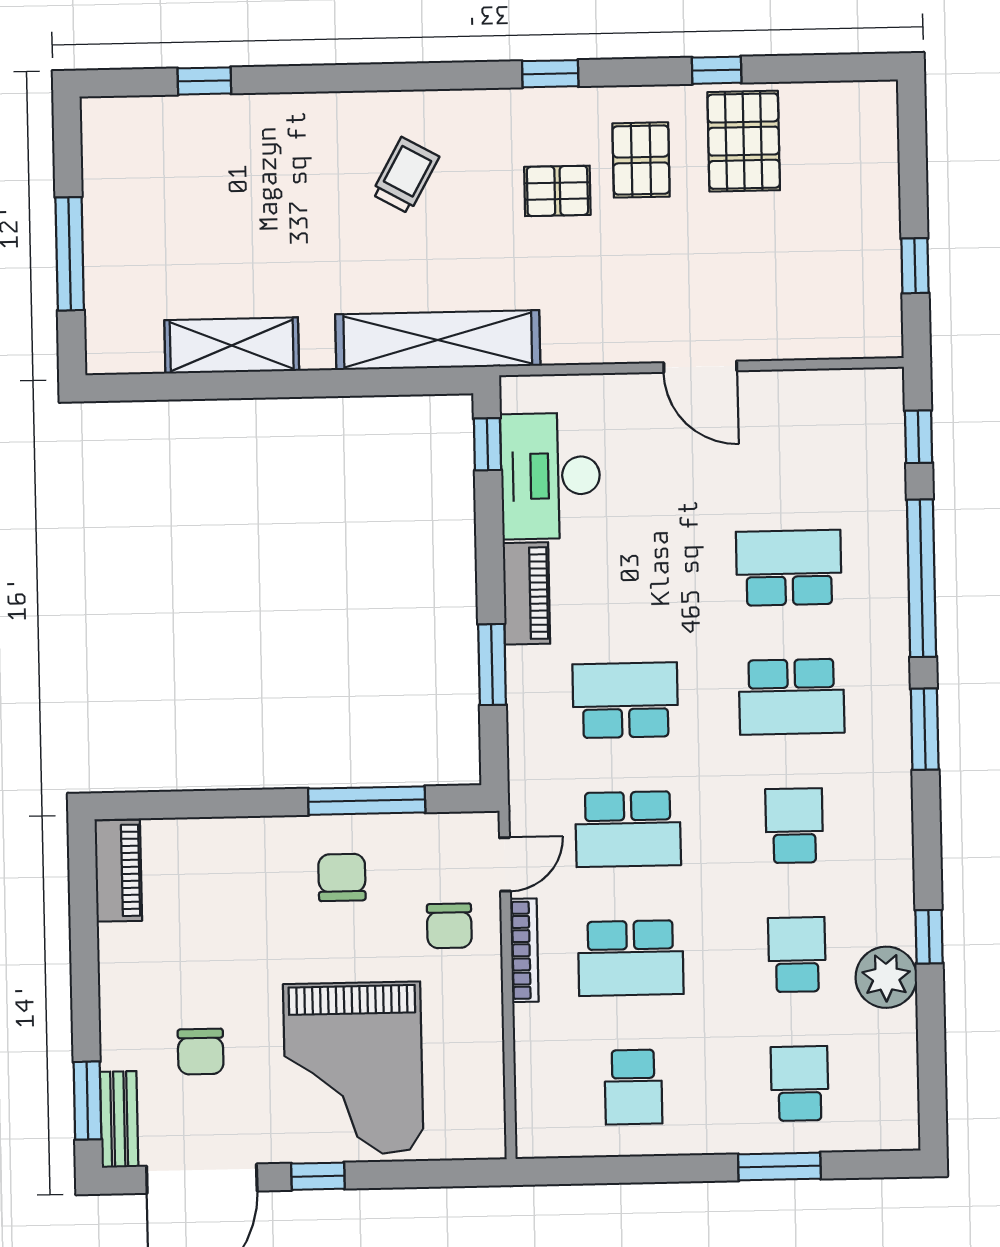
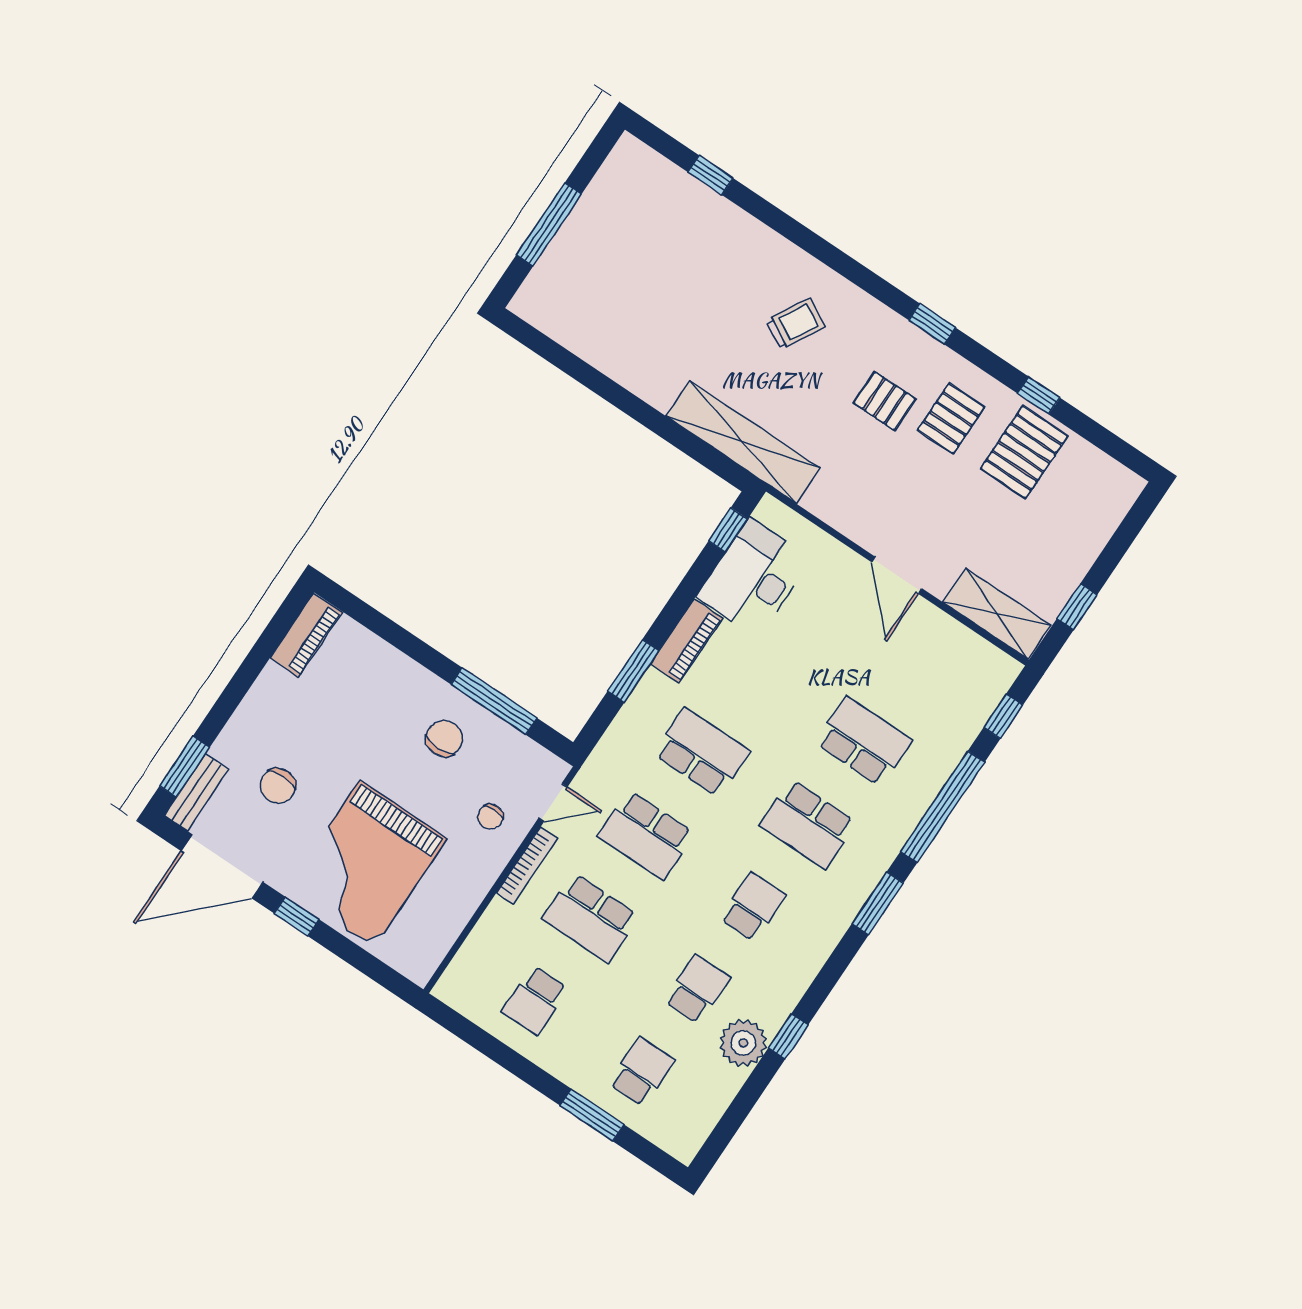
shelving: (232, 345) -> (997, 614), moved
chair: (449, 926) -> (490, 817), width x0.73, depth x0.73

